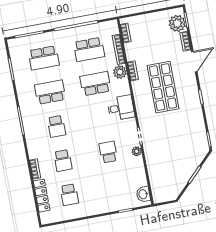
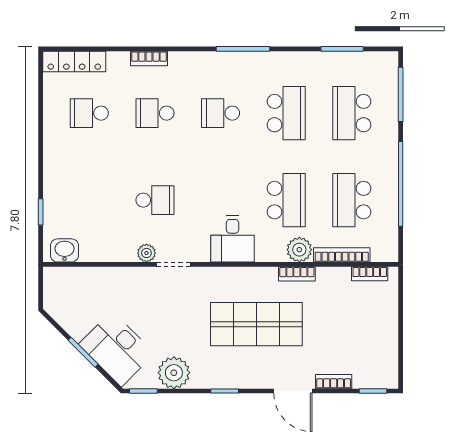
plant: (177, 23) -> (174, 373), moved
desk: (189, 157) -> (117, 349), added
locker: (42, 196) -> (74, 61), moved

